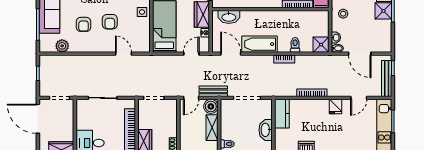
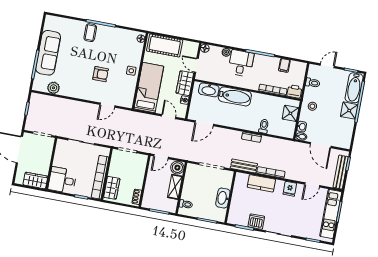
armchair: (110, 22) -> (101, 74), turned -90
armchair: (84, 24) -> (76, 72), removed
bathtub: (260, 44) -> (235, 96), moved, turned 180
shower: (321, 45) -> (290, 113), moved
door: (123, 54) -> (107, 105), swing flipped
door: (191, 54) -> (169, 117), hinge flipped
door: (231, 54) -> (204, 123), swing flipped
bench: (213, 91) -> (244, 166), moved
kitchen counter: (282, 114) -> (261, 183), moved, turned 90

